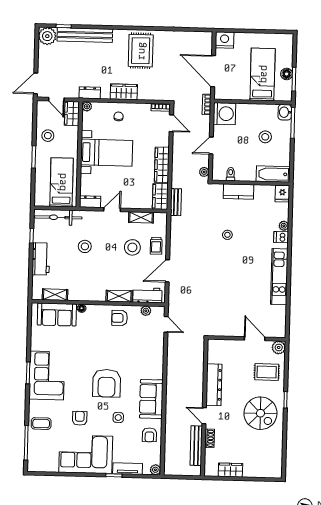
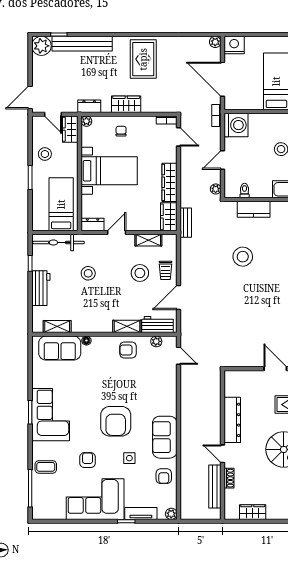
plant: (207, 37) -> (215, 42), added
stool: (227, 235) -> (243, 257), width x1.89, depth x1.89

